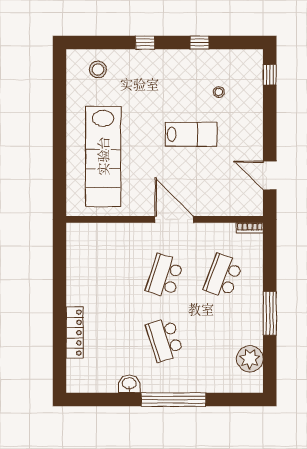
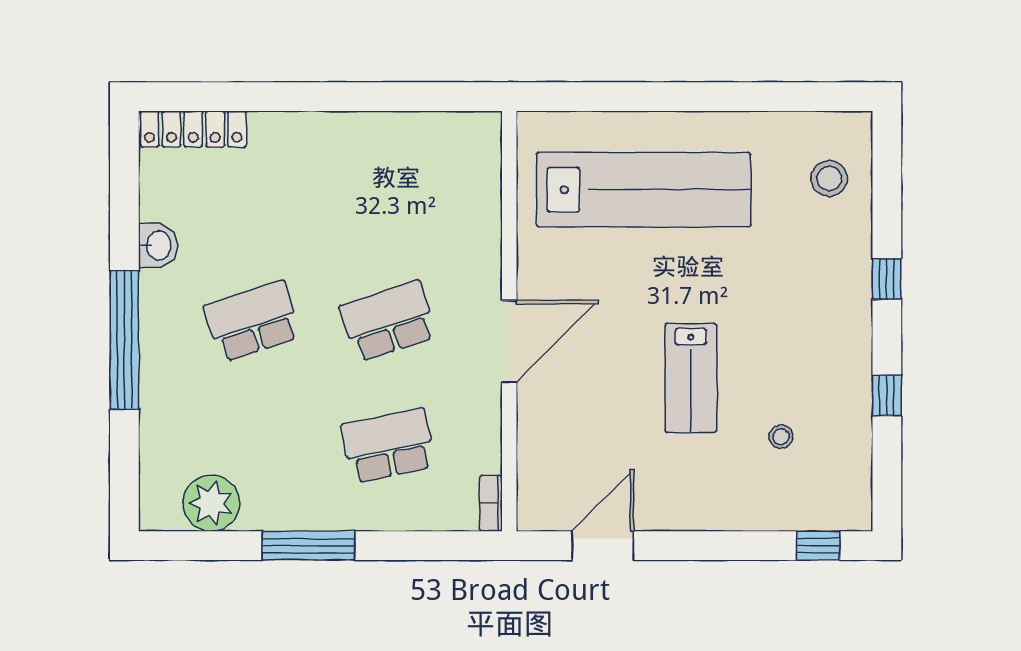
lab bench: (103, 156) -> (644, 190), turned 180
school desk: (165, 276) -> (388, 321), turned -36
school desk: (223, 276) -> (388, 446), turned -33
locker: (75, 333) -> (193, 129), moved

